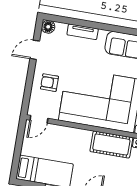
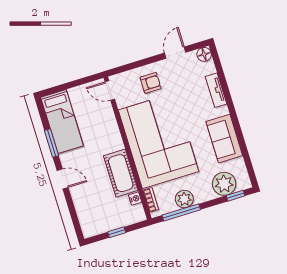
door: (35, 50) -> (175, 53), hinge flipped
armchair: (49, 83) -> (151, 83), turned 90

